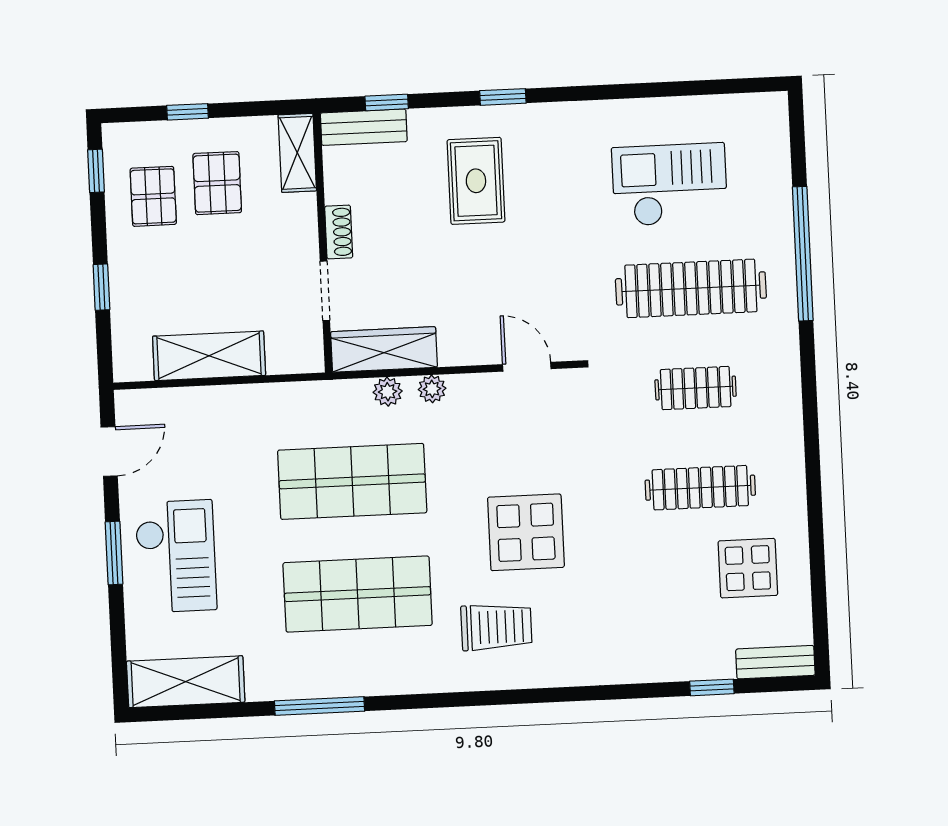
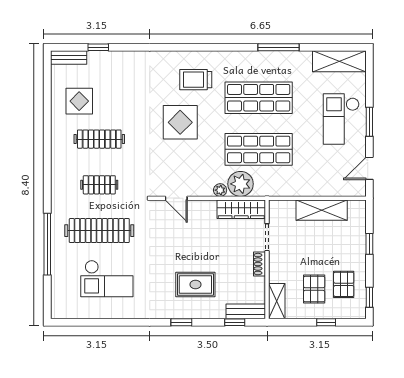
rug: (476, 181) -> (195, 285), turned 90
plant: (388, 392) -> (241, 184), width x1.88, depth x1.88

